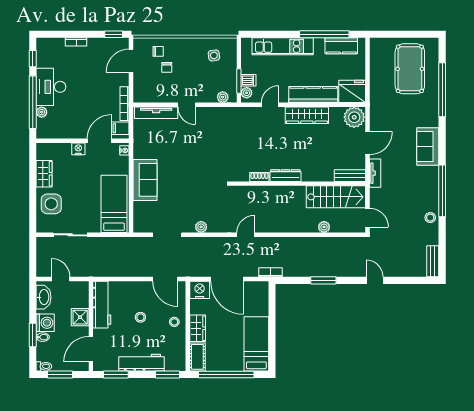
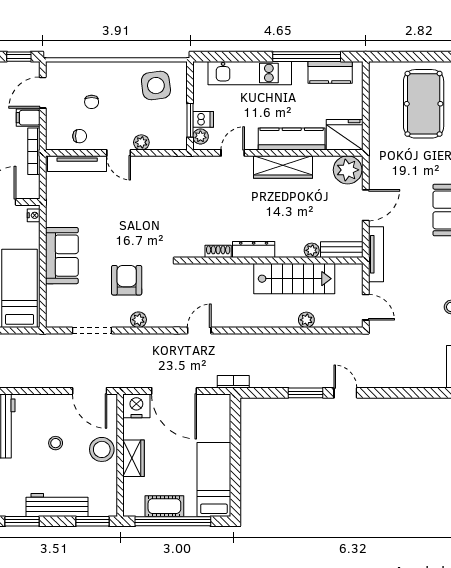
chair: (158, 51) -> (80, 136), moved
side table: (214, 55) -> (156, 86), width x1.87, depth x1.87
plant: (223, 97) -> (141, 142), moved
filing cabinet: (120, 128) -> (28, 118), moved
tv unit: (375, 173) -> (376, 254), width x1.41
plant: (328, 176) -> (312, 250), added
stairs: (336, 197) -> (294, 279), moved
armchair: (192, 198) -> (127, 280), added
door: (375, 280) -> (345, 393), moved
stool: (174, 322) -> (102, 449), width x1.89, depth x1.89
cot: (197, 357) -> (164, 506), moved, turned 90

